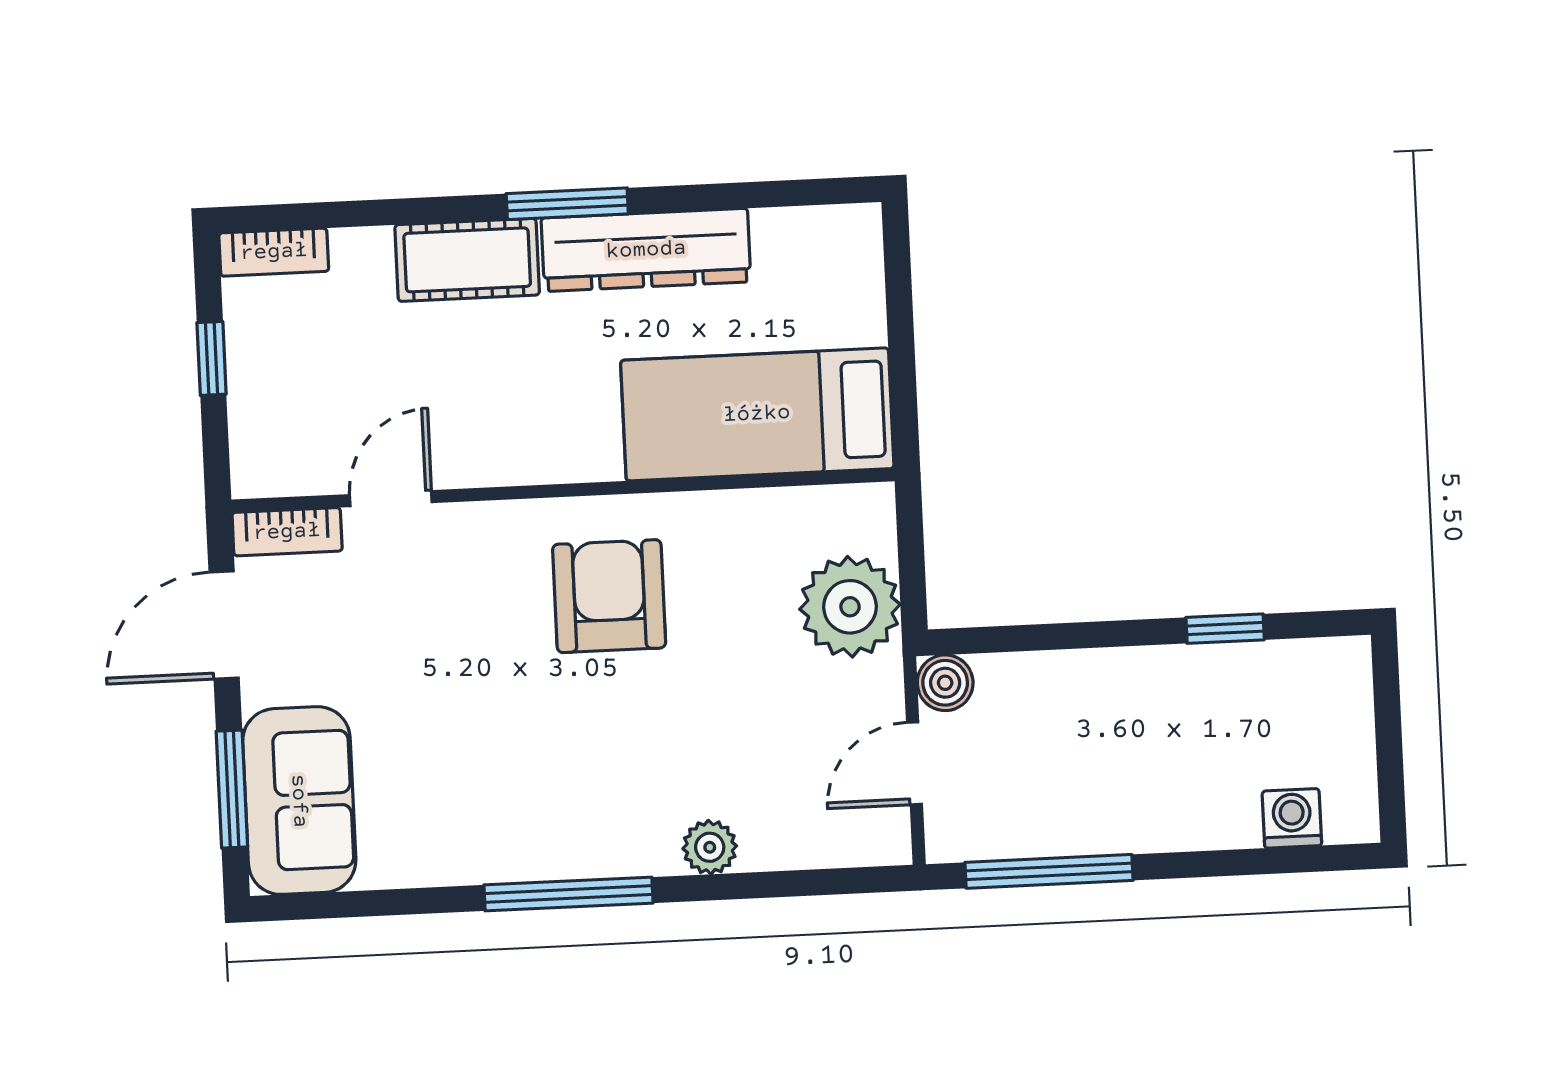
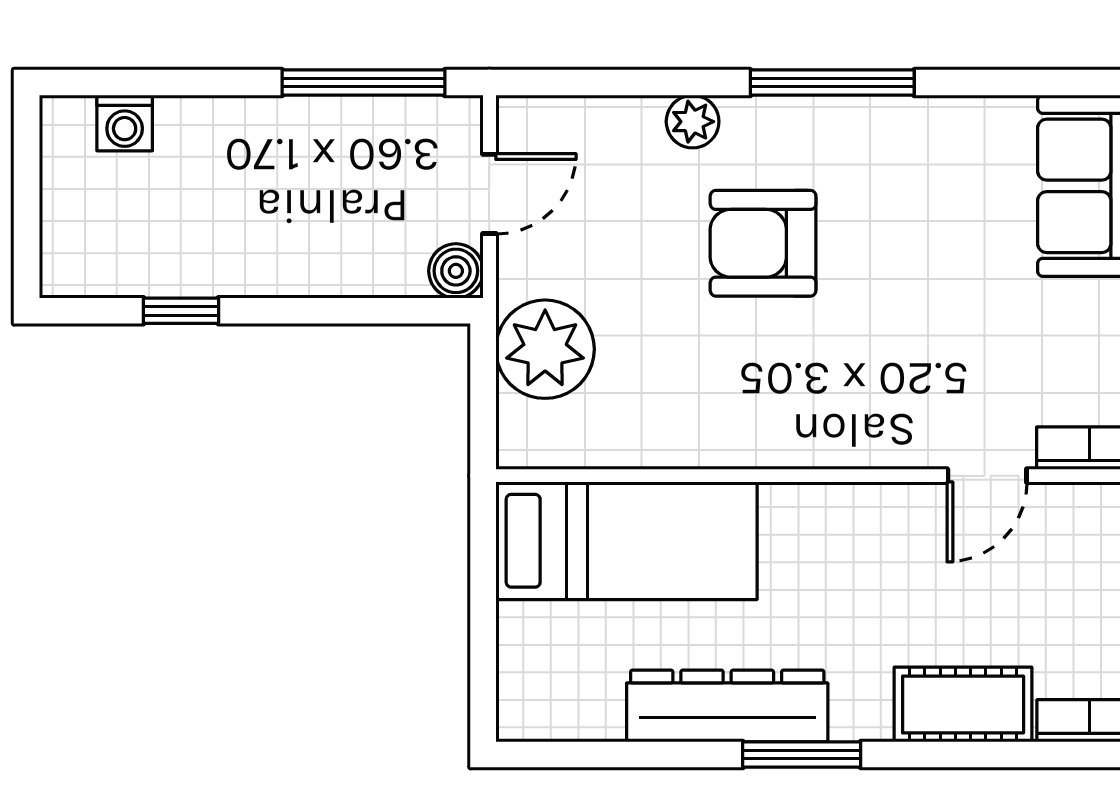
cot: (467, 260) -> (963, 704), moved
armchair: (609, 596) -> (763, 243), moved, turned 90

